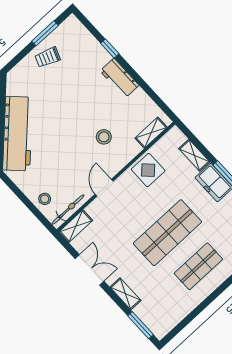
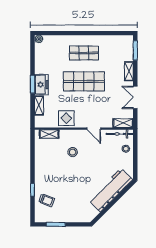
trolley: (48, 57) -> (47, 200), moved
workbench: (119, 78) -> (41, 172), removed
door: (104, 188) -> (94, 129), hinge flipped

